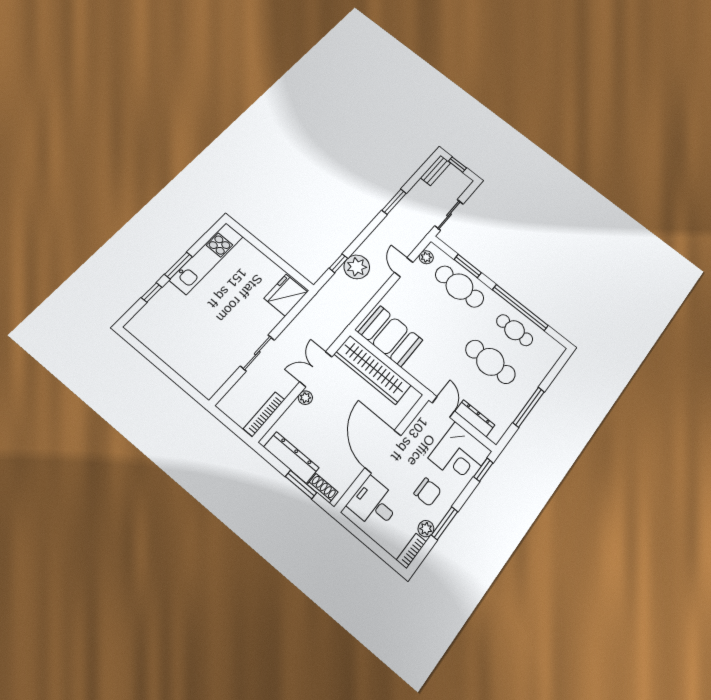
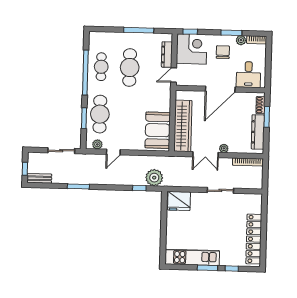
plant: (357, 267) -> (154, 178), moved
locker: (163, 346) -> (254, 239), added

